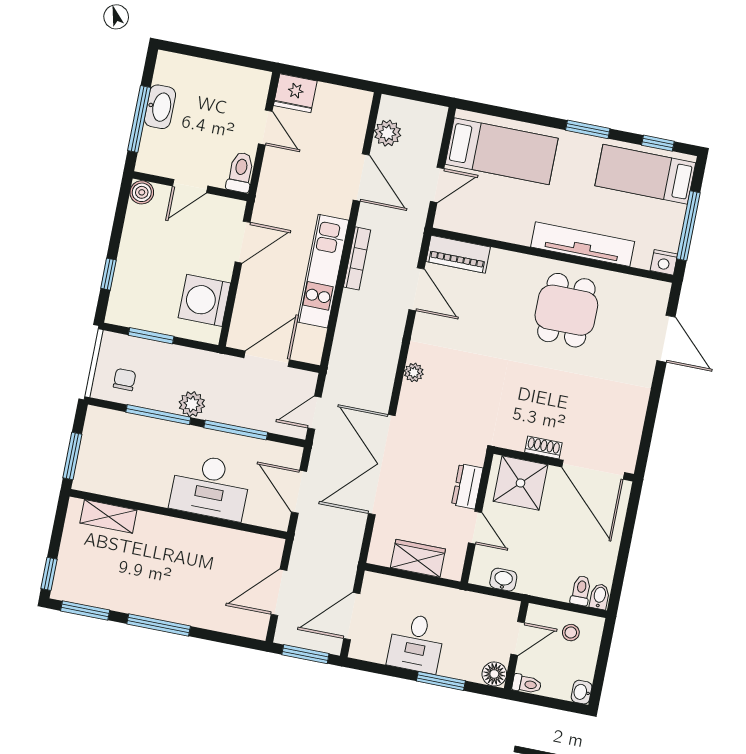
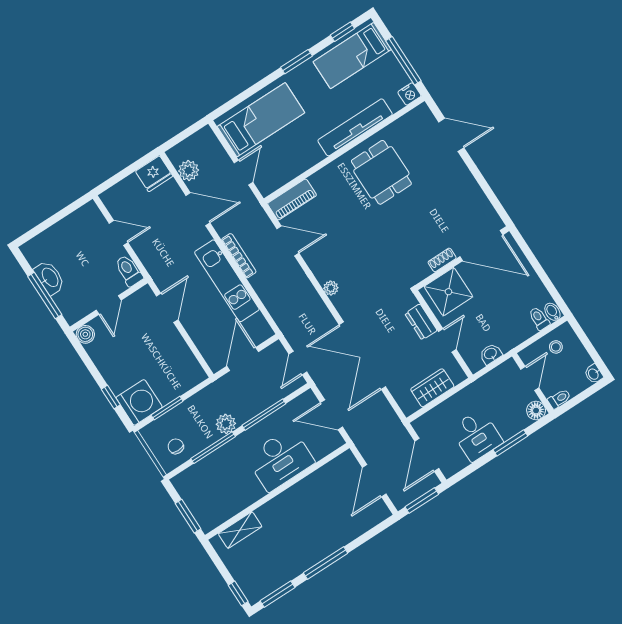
fridge: (295, 93) -> (154, 174), moved
washing machine: (204, 300) -> (139, 402), moved, turned 180
door: (475, 528) -> (447, 340), hinge flipped

